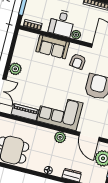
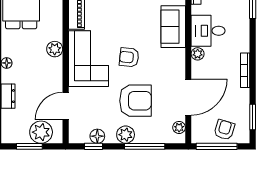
armchair: (78, 61) -> (129, 57), moved
plant: (60, 137) -> (55, 49), moved

